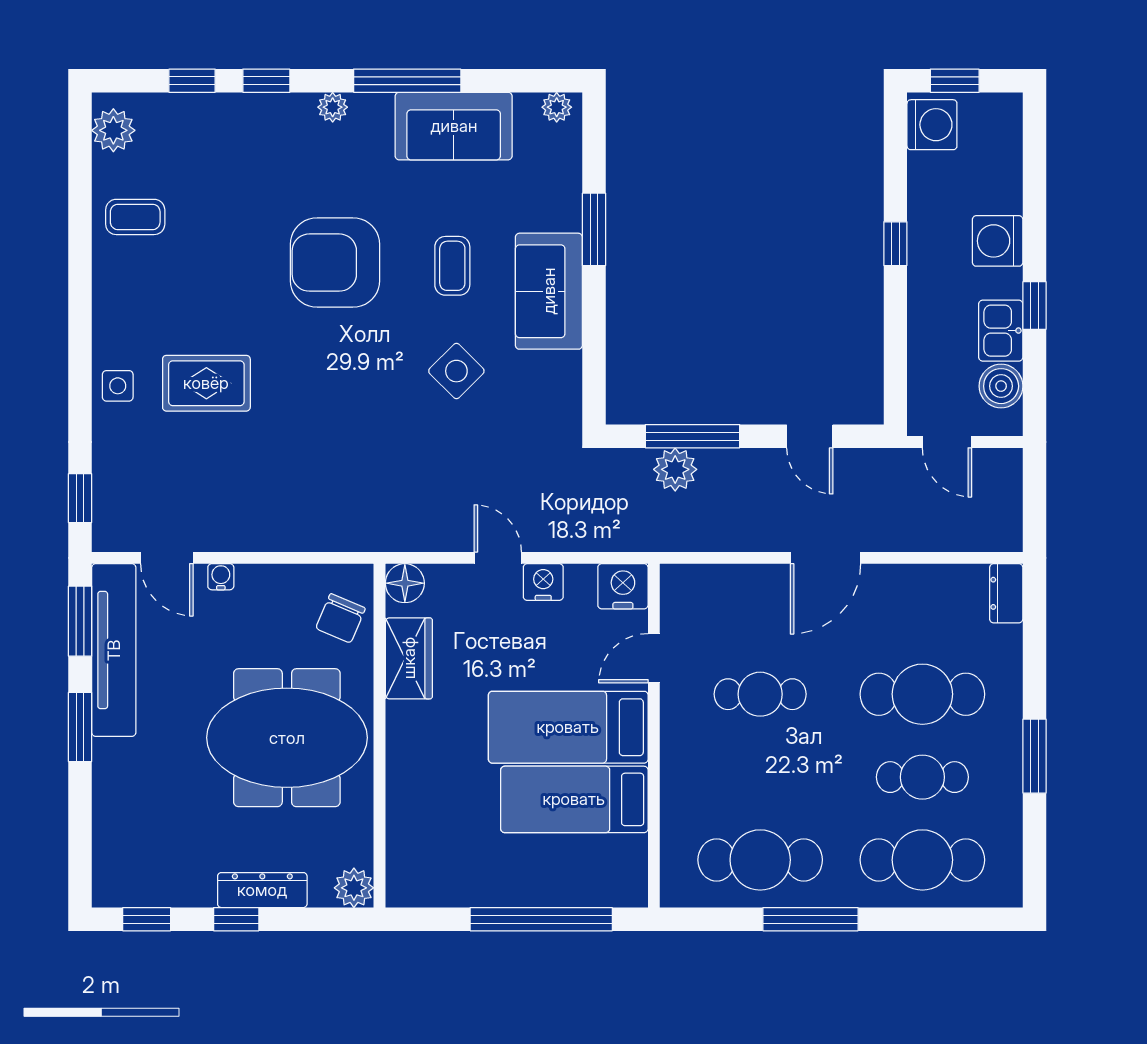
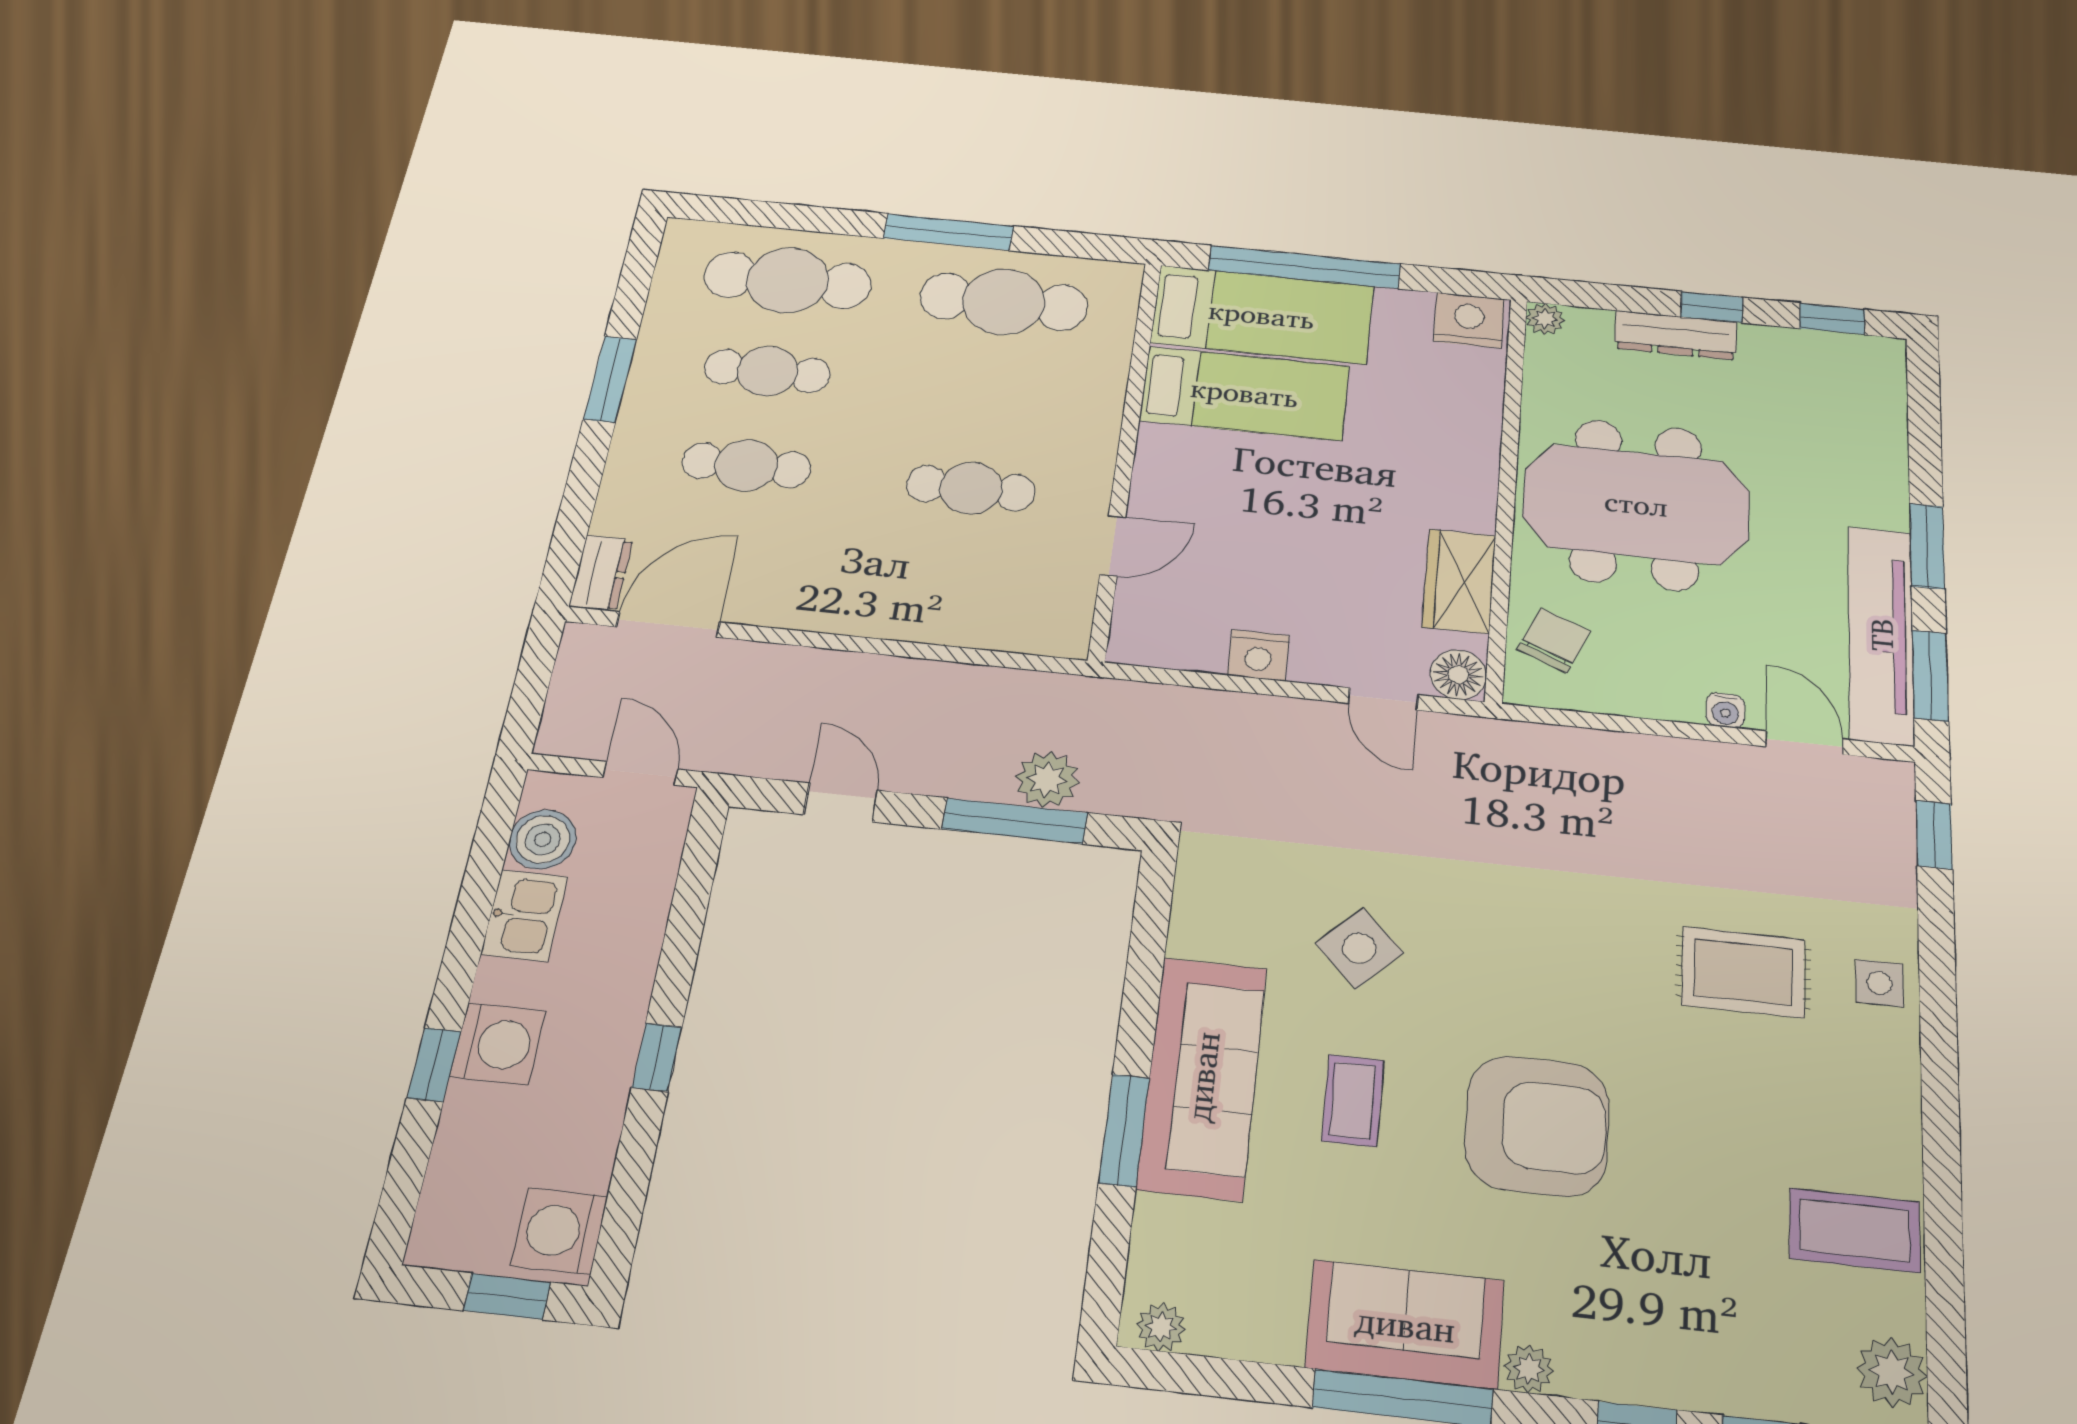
sofa: (454, 126) -> (1405, 1324), moved
coffee table: (135, 217) -> (1855, 1230), width x1.36, depth x1.30
sofa: (549, 291) -> (1202, 1077), width x1.36
window: (1034, 306) -> (434, 1065), moved
door: (498, 558) -> (1383, 699), moved
door: (826, 558) -> (668, 625), moved
nightstand: (623, 586) -> (1469, 320), moved, turned 180
cafe table: (922, 694) -> (746, 465), width x0.73, depth x0.74
bed: (568, 727) -> (1262, 315), moved
plant: (354, 888) -> (1545, 319), width x0.73, depth x0.73

